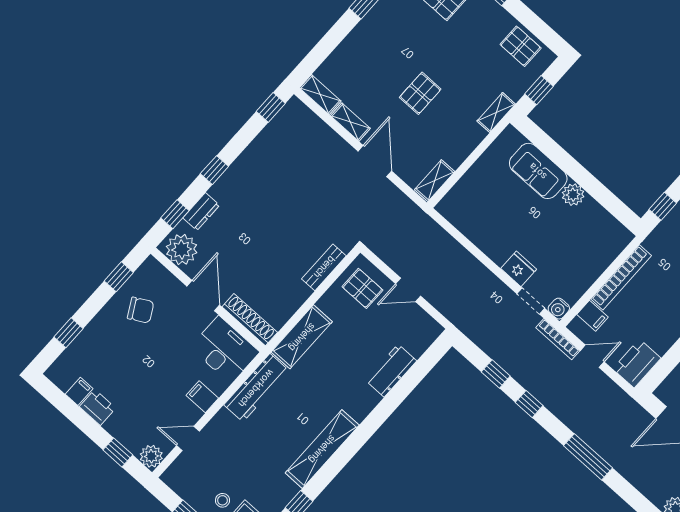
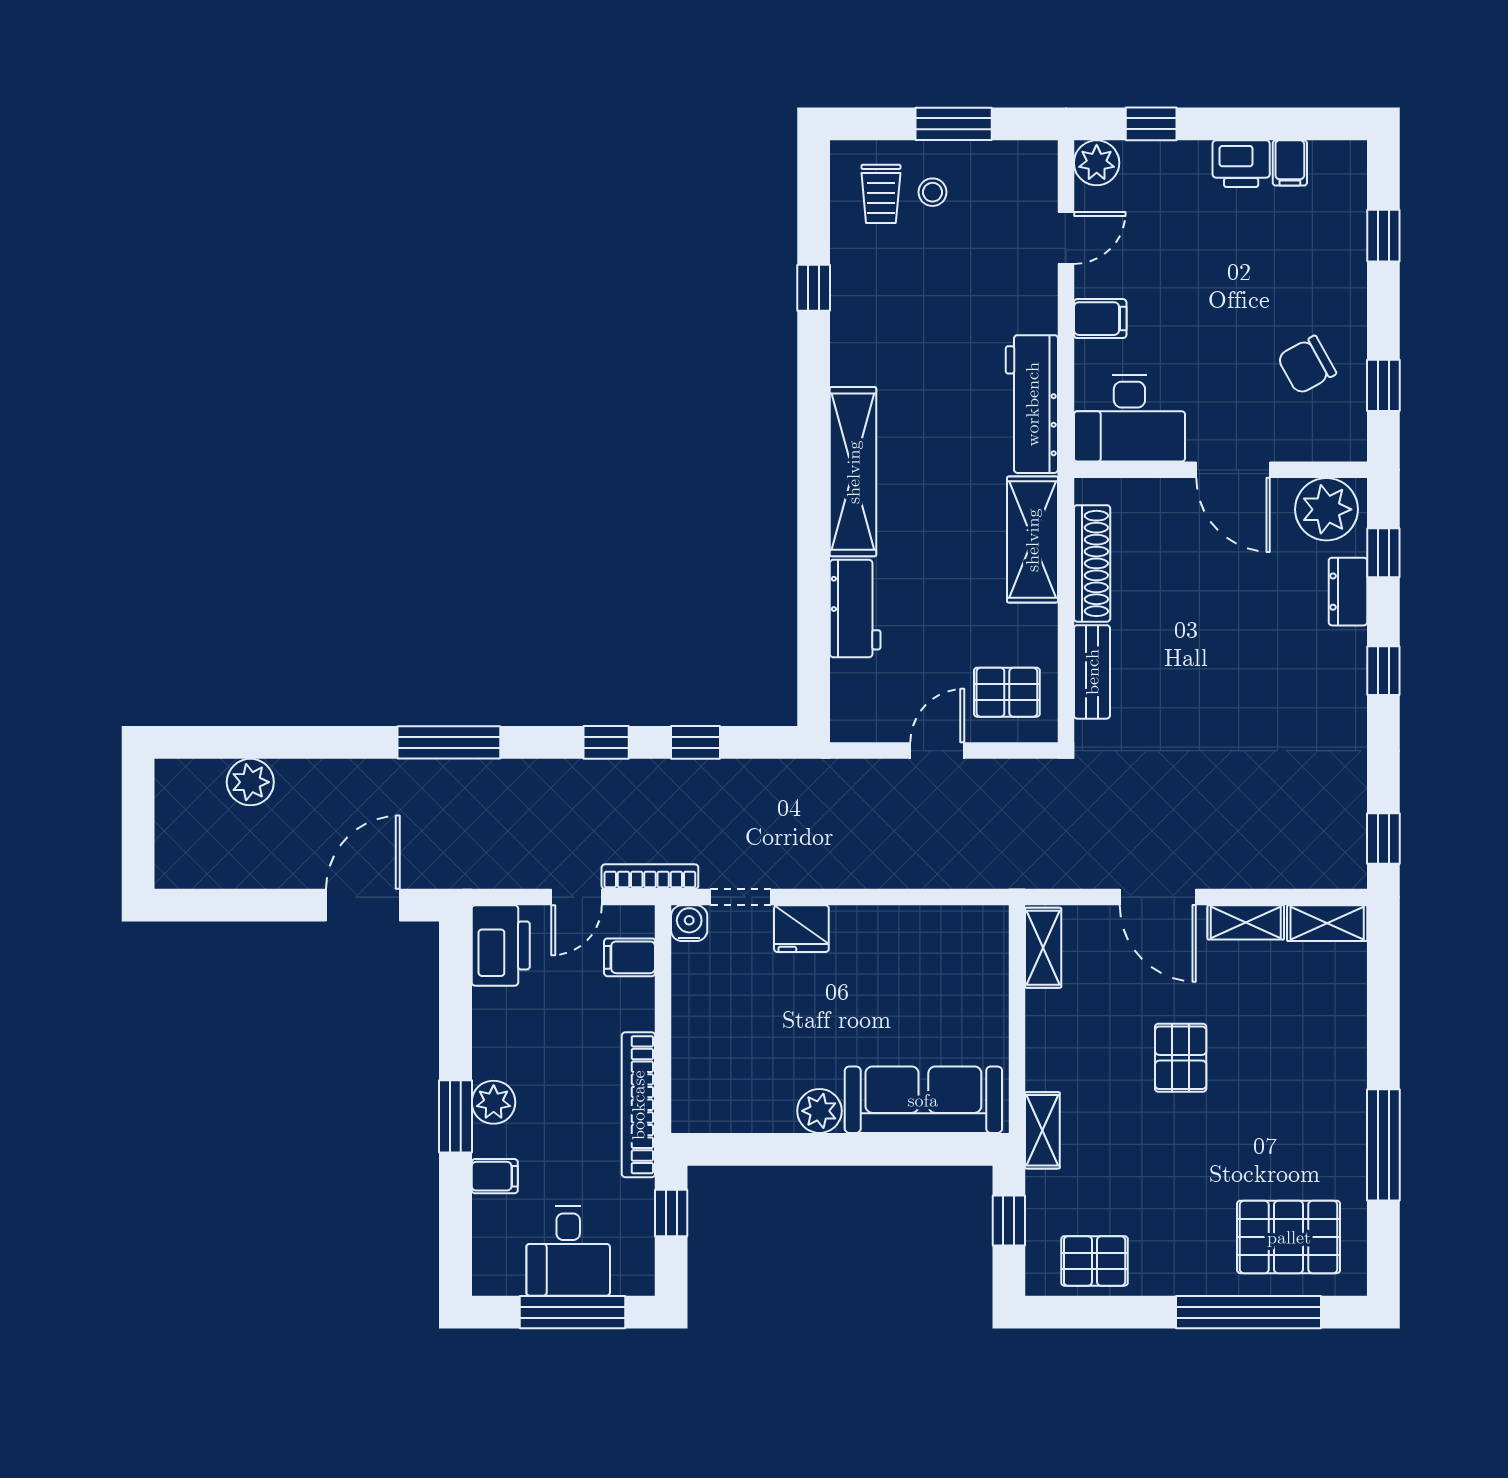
sofa: (538, 171) -> (923, 1100), width x1.36
bookcase: (621, 277) -> (638, 1105), moved
shoe rack: (250, 320) -> (1092, 563), moved, turned -90
shelving: (322, 449) -> (853, 472), moved

